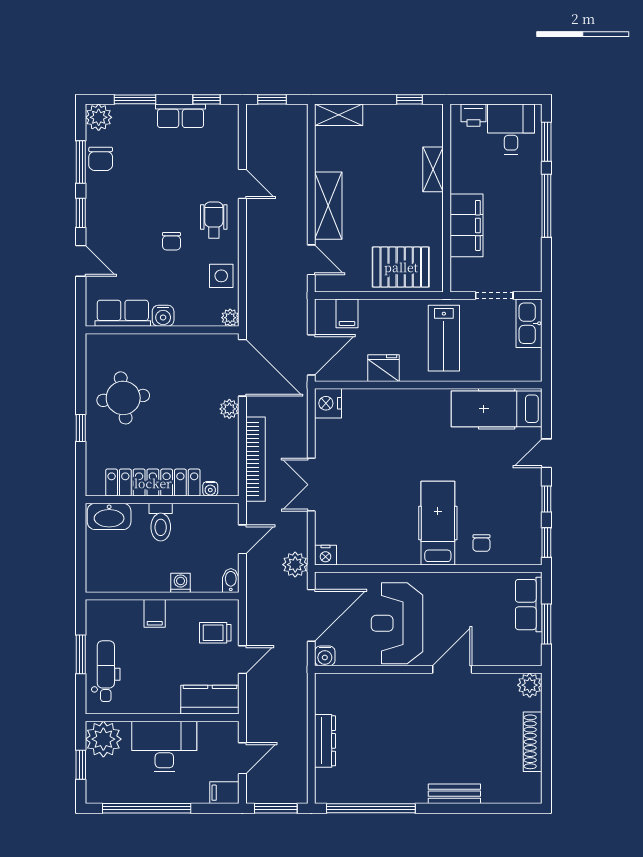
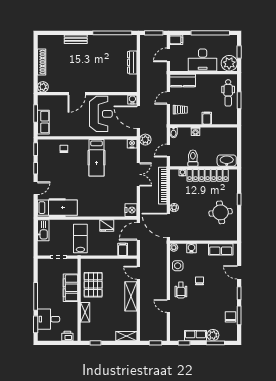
plant: (99, 117) -> (213, 335), moved
desk: (511, 129) -> (49, 319), moved, turned 90
pallet: (401, 267) -> (93, 285), moved, turned 90
water cooler: (163, 316) -> (191, 248), moved
kitchen sink: (529, 323) -> (43, 230), moved
toilet: (161, 522) -> (193, 158), moved
hospital bed: (438, 523) -> (97, 158), moved
door: (311, 615) -> (138, 117), hinge flipped

